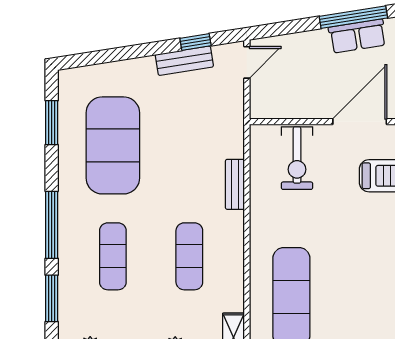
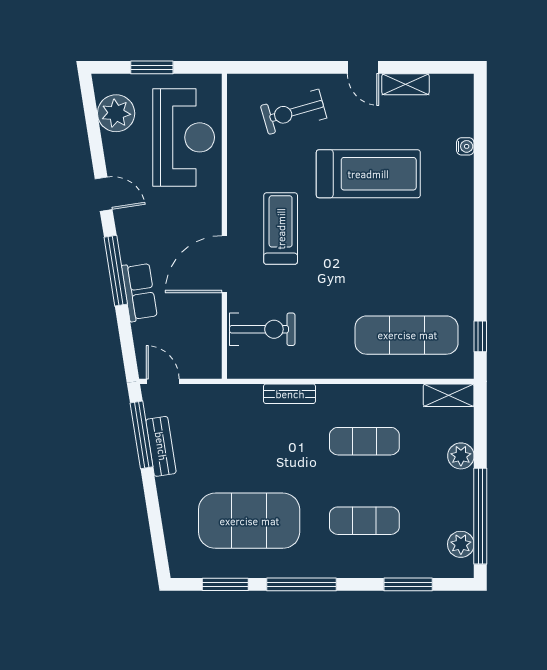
row of seats: (357, 36) -> (139, 292), moved
window: (195, 42) -> (142, 435), width x2.17
door: (360, 122) -> (224, 264), hinge flipped
window: (52, 225) -> (301, 584), moved

